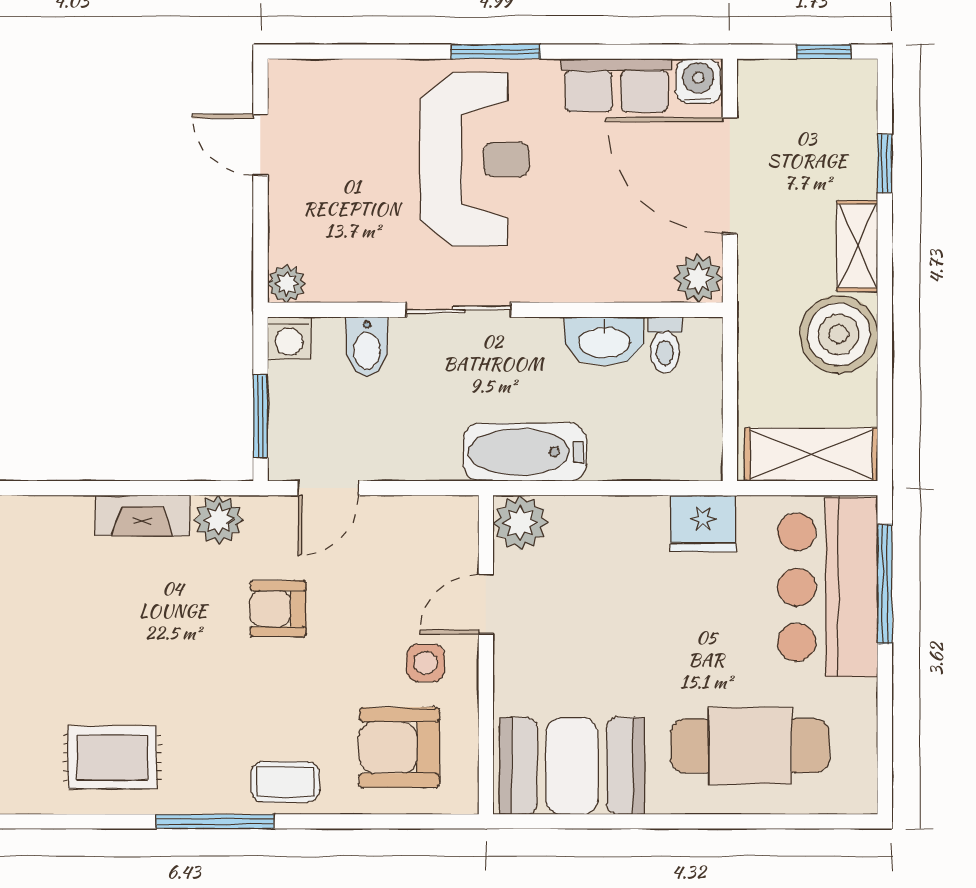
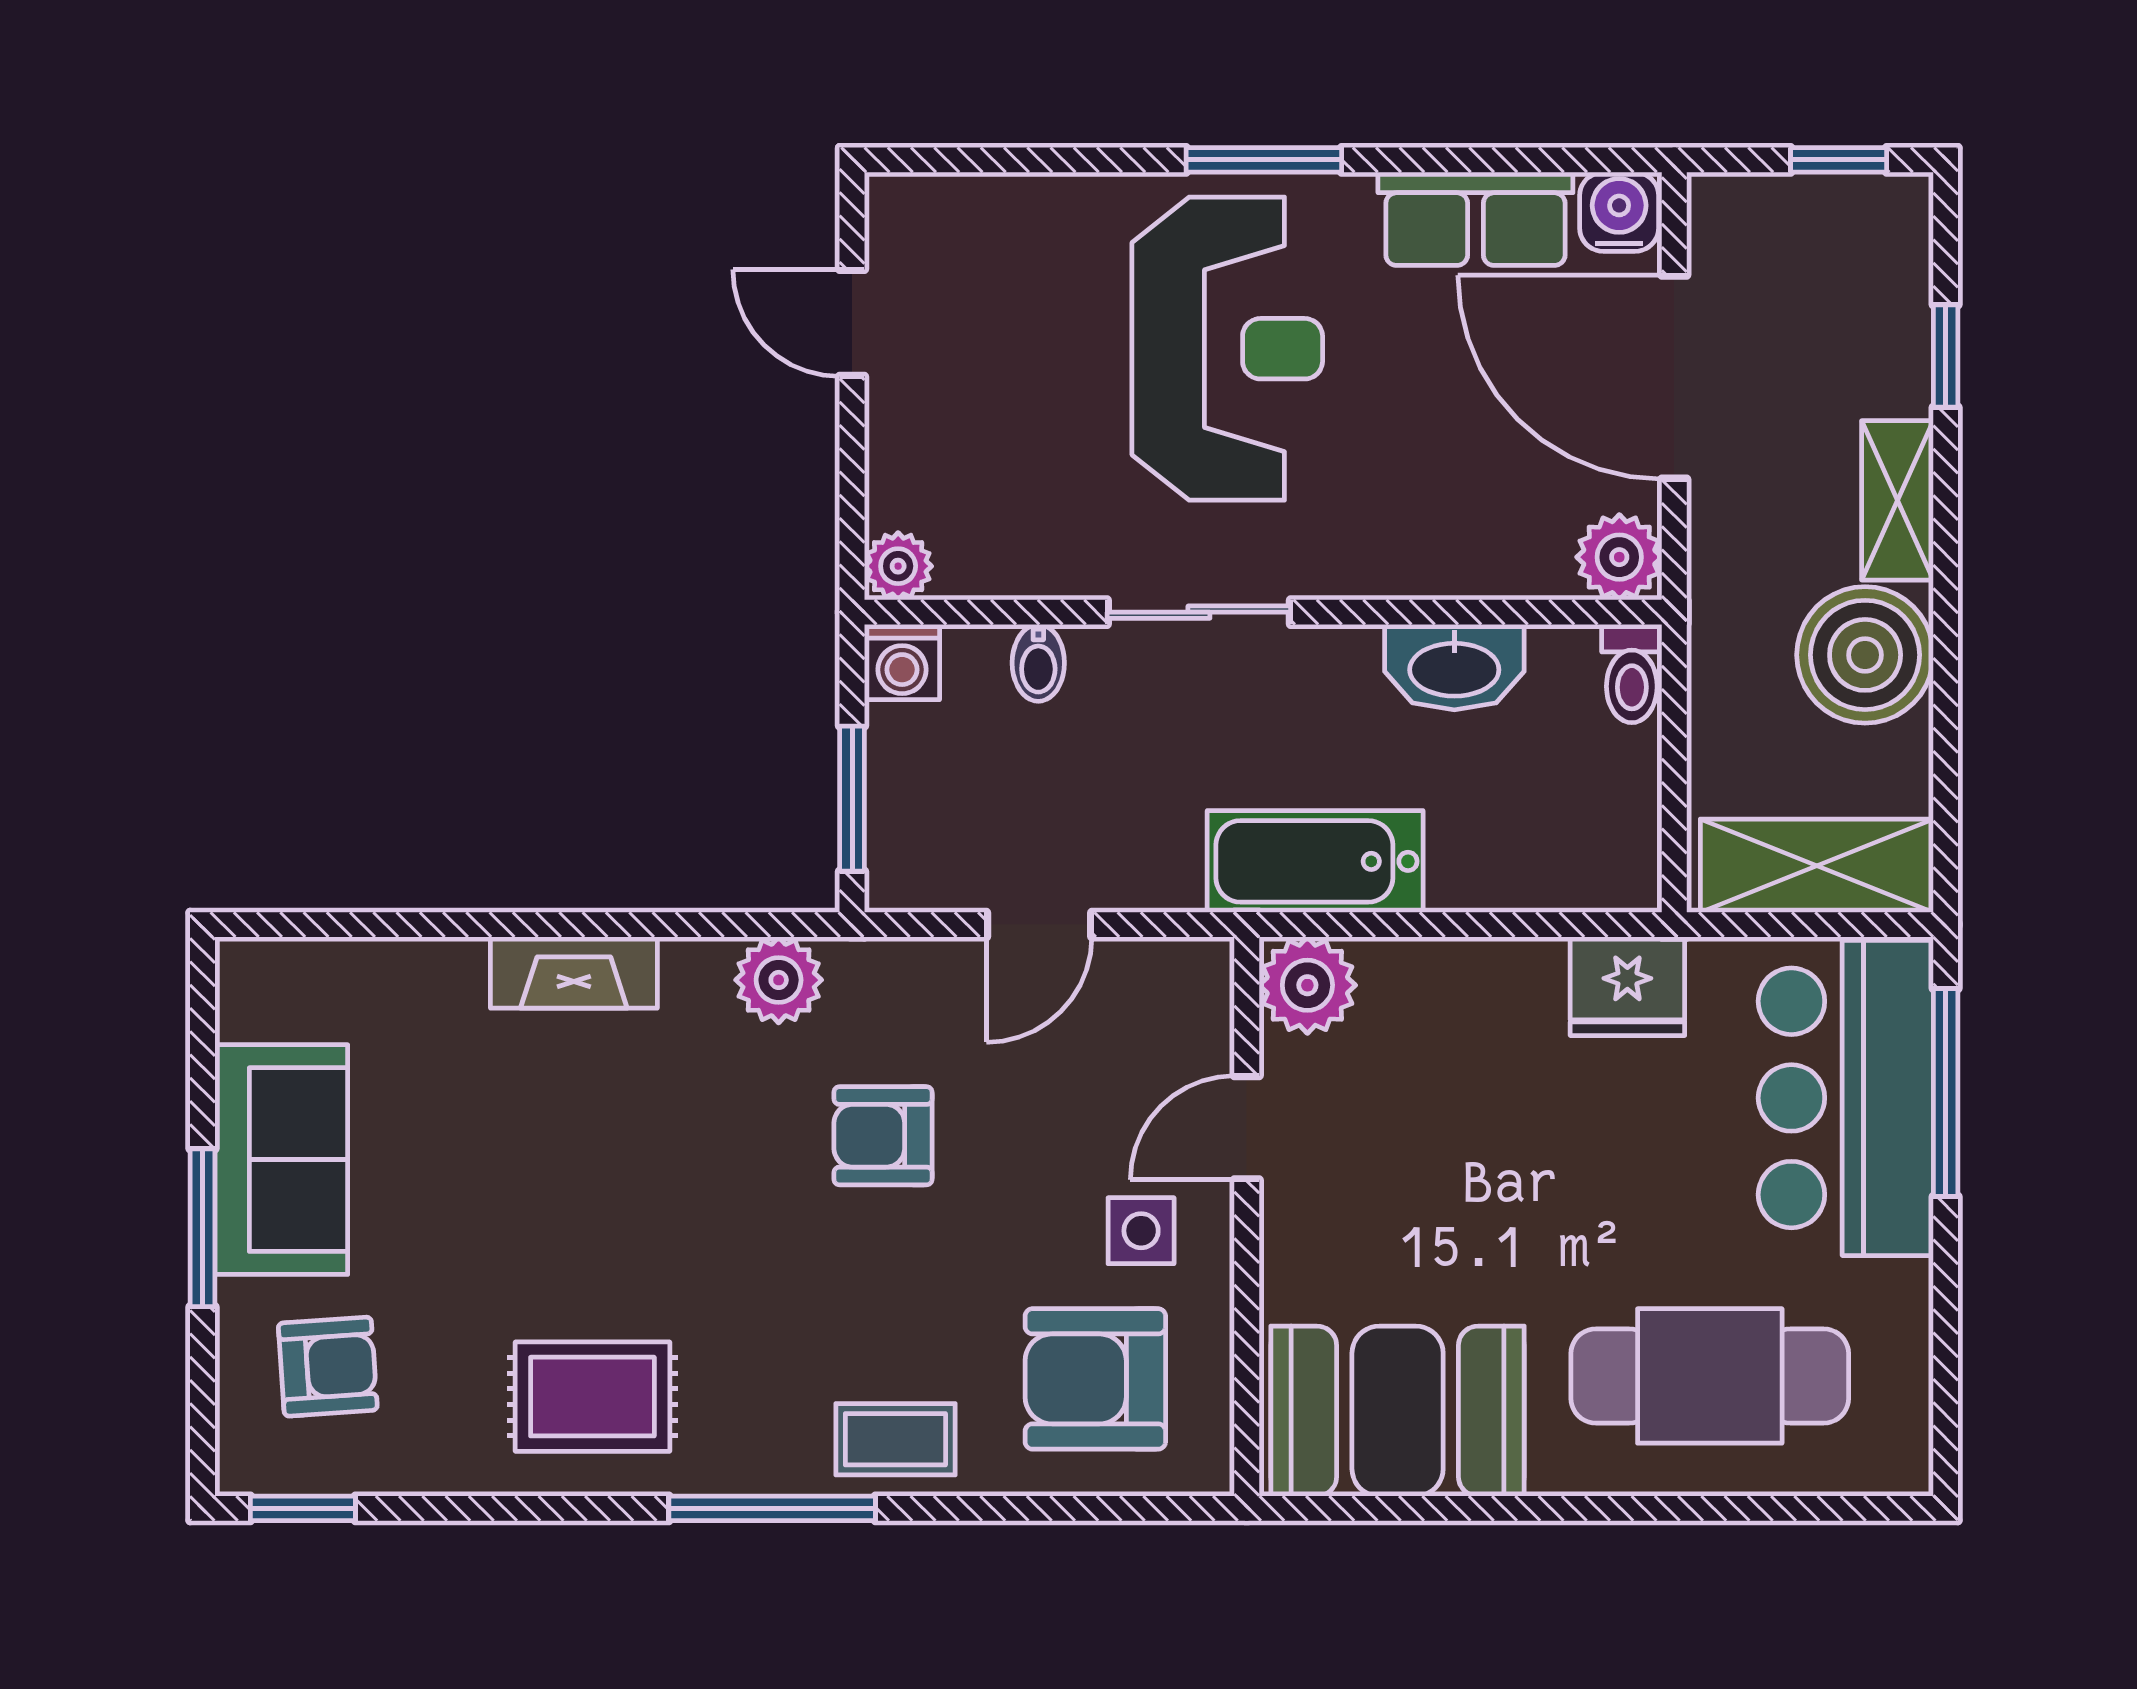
toilet: (665, 345) -> (1632, 674), moved
bidet: (367, 347) -> (1038, 663), width x0.72, depth x0.74
door: (328, 488) -> (1039, 925), moved
fireplace: (143, 516) -> (574, 973), moved

